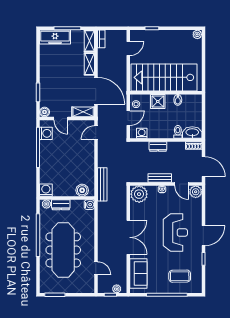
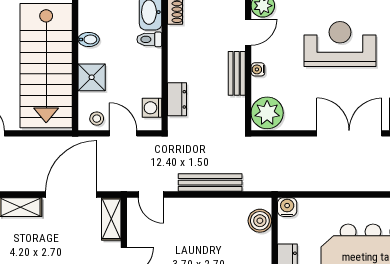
dresser: (158, 147) -> (177, 99), moved
bench: (102, 184) -> (210, 183), moved

